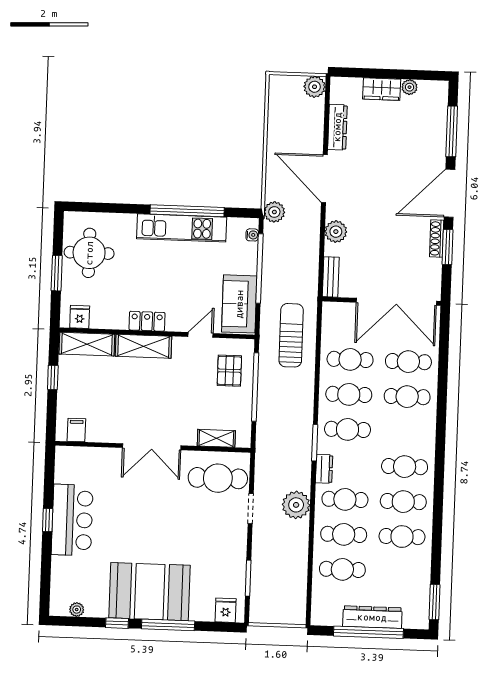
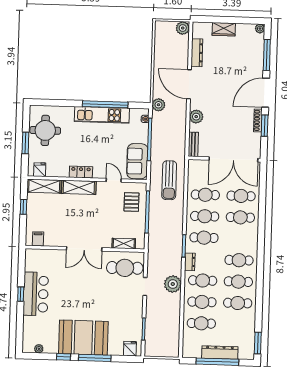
plant: (410, 87) -> (260, 29), moved
door: (200, 335) -> (114, 180), hinge flipped
sun lounger: (291, 335) -> (169, 180), turned 180

